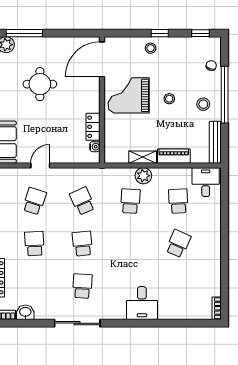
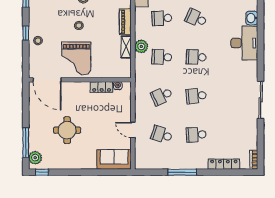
school desk: (82, 286) -> (196, 57), moved
desk: (142, 303) -> (244, 43), width x1.37
washbasin: (25, 312) -> (252, 18), moved

